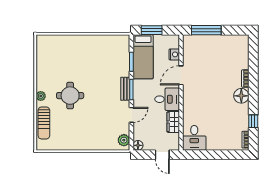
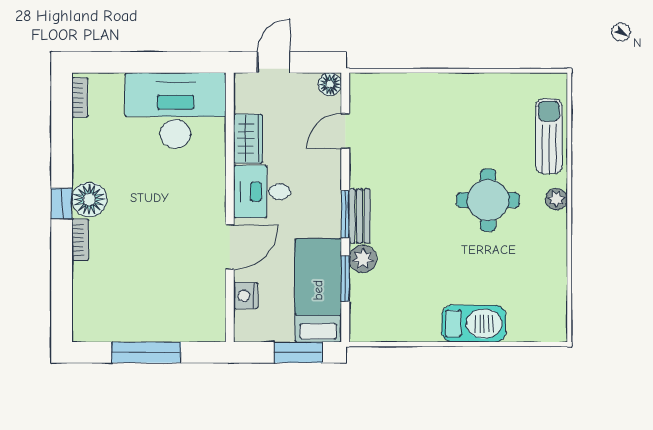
window: (206, 30) -> (146, 352), moved
barbecue: (76, 42) -> (474, 324), added
door: (131, 115) -> (345, 131), moved
window: (253, 121) -> (62, 204), moved
desk: (194, 138) -> (175, 110), width x1.87, depth x1.30
plant: (124, 140) -> (363, 259), moved
door: (162, 155) -> (274, 62), hinge flipped

